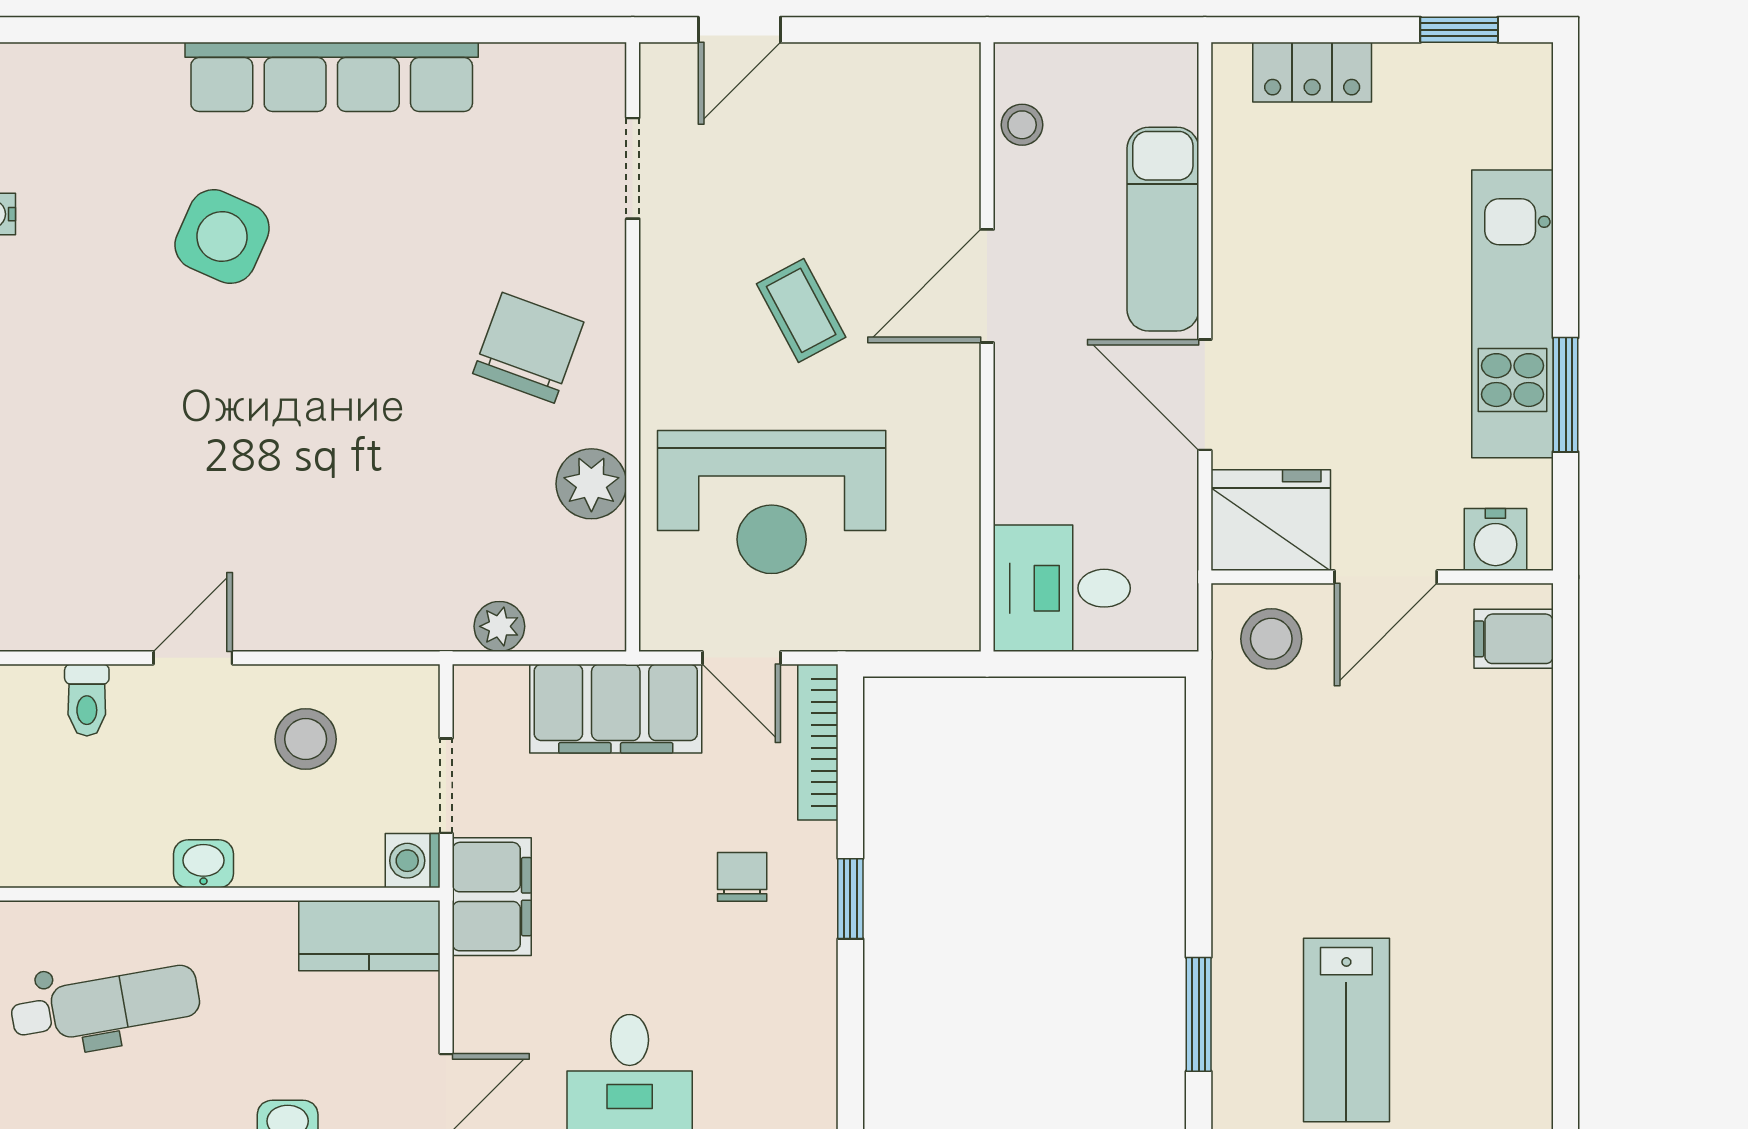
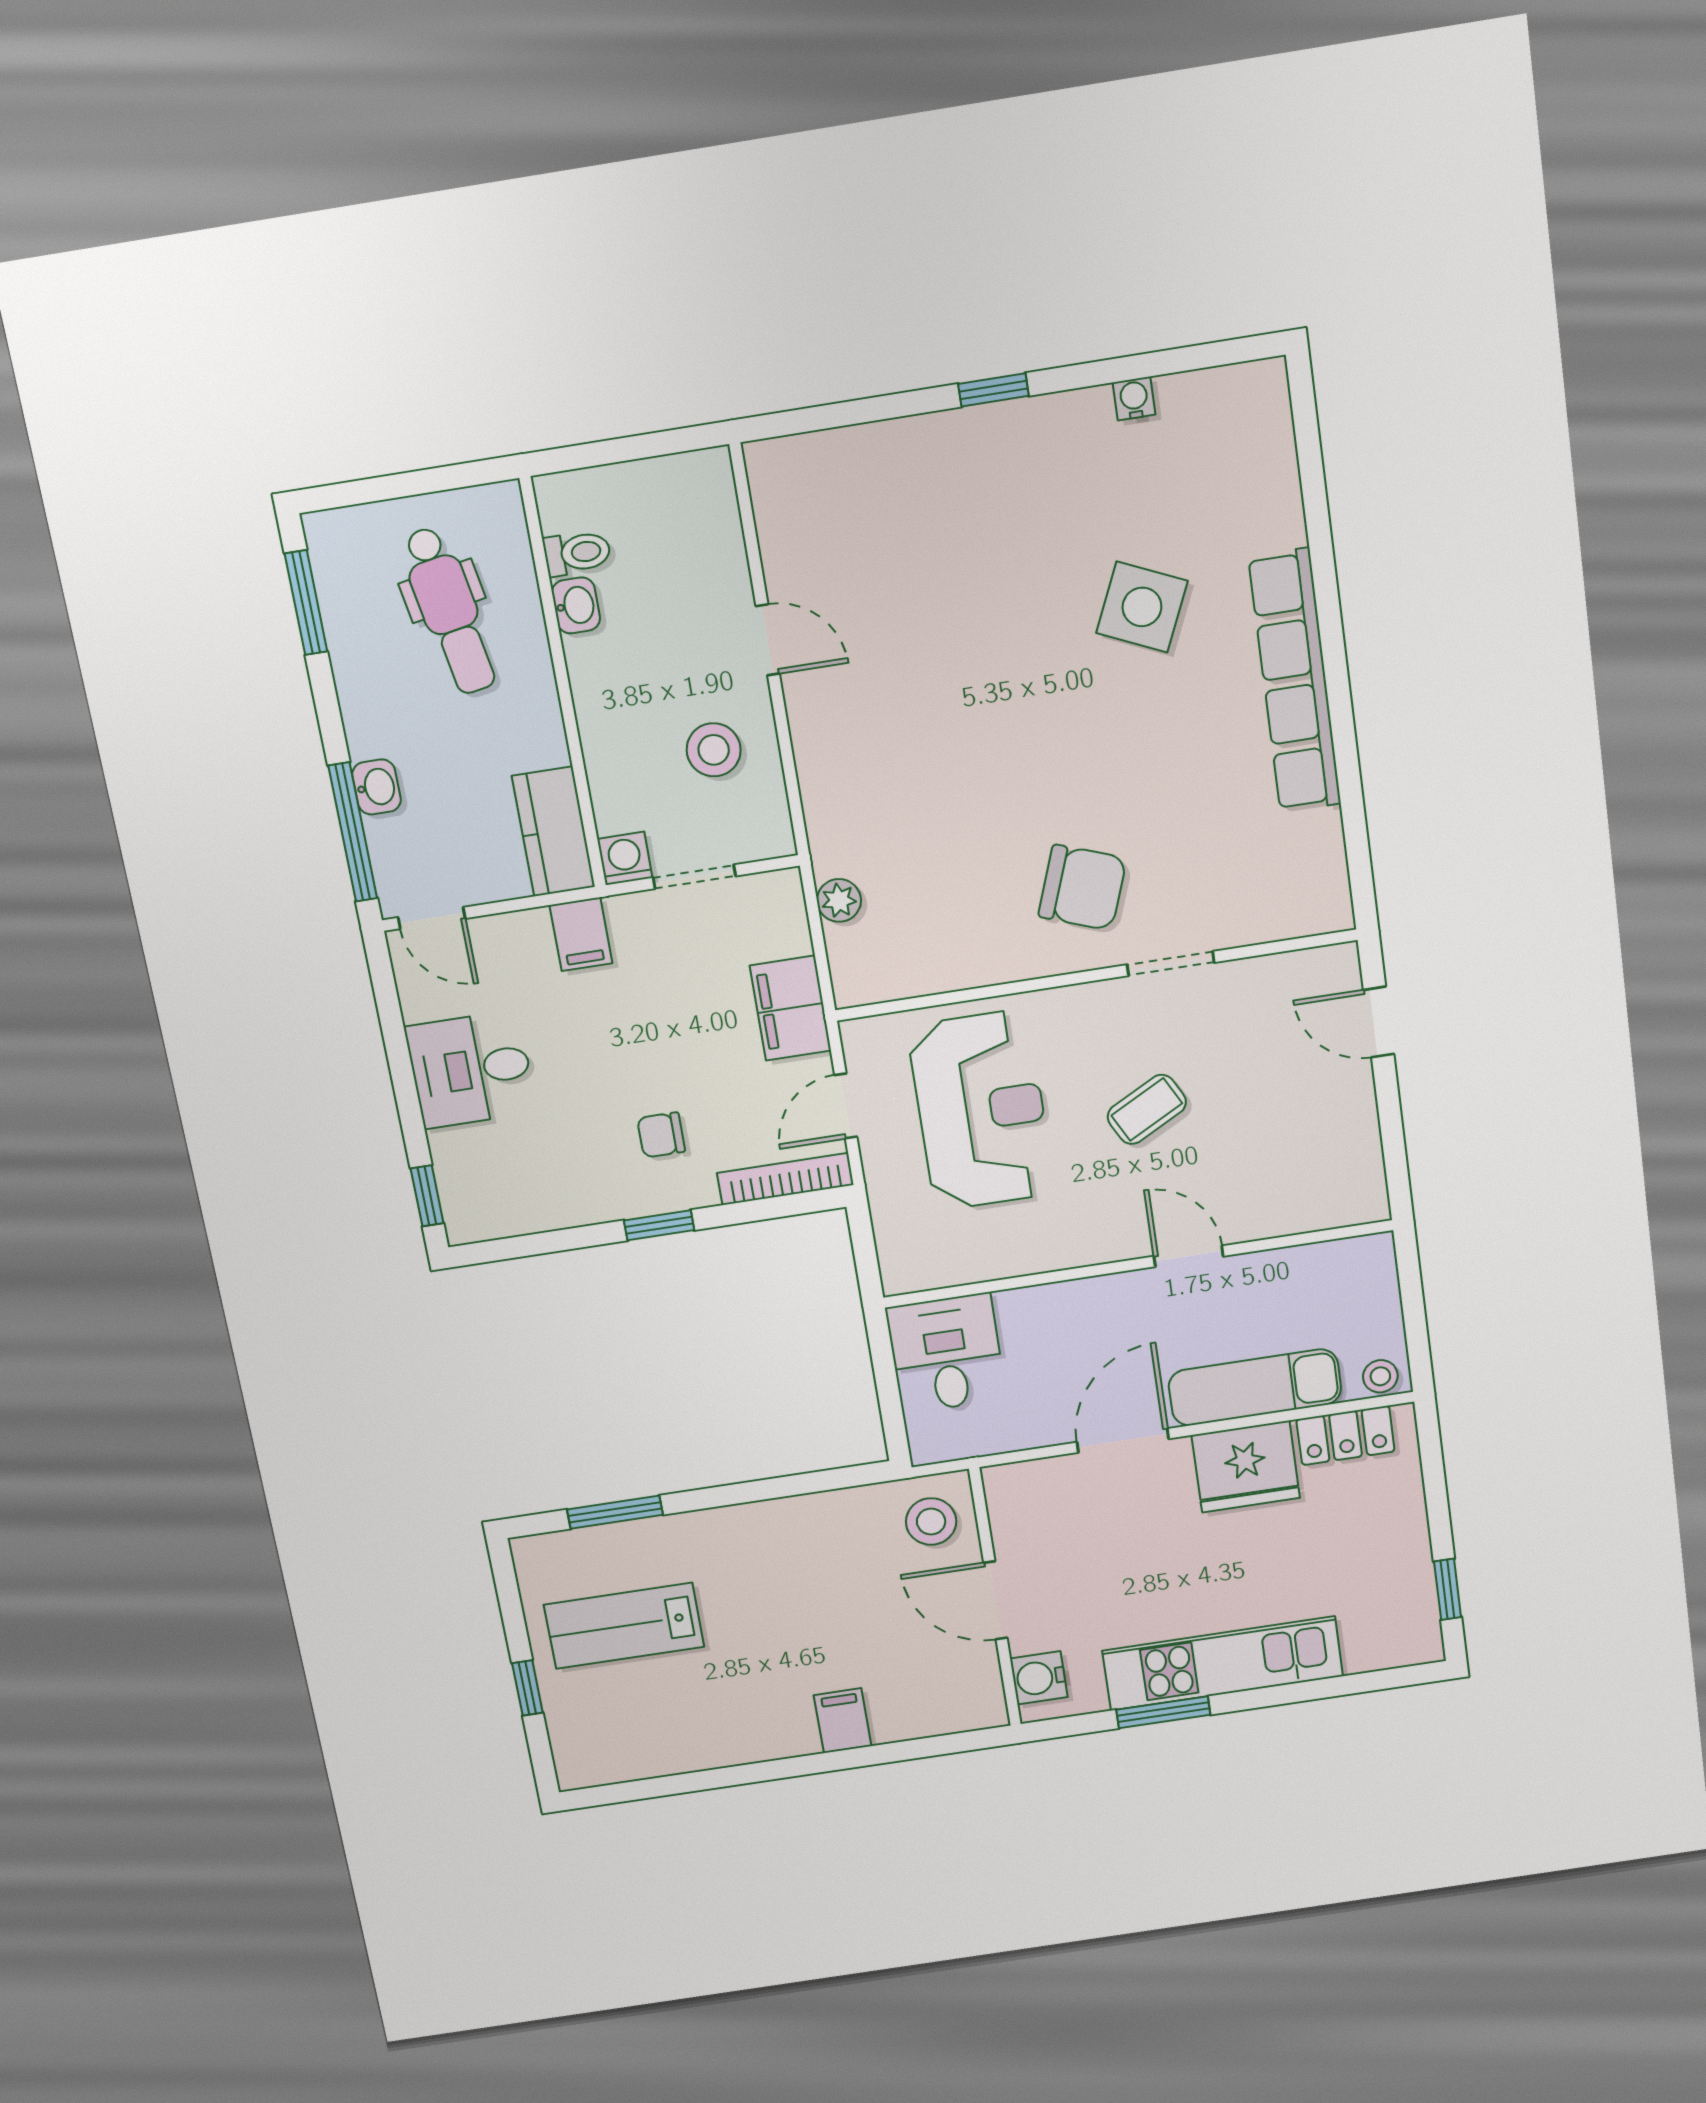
locker: (1312, 72) -> (1346, 1435), moved, turned -90
stool: (1022, 125) -> (1380, 1376), moved
doorway: (633, 168) -> (1171, 964), moved
door: (987, 286) -> (1189, 1256), width x0.73
plant: (591, 484) -> (974, 959), removed
reception desk: (772, 502) -> (981, 1110), turned 180
fridge: (1271, 520) -> (1246, 1467), moved, turned 90
filing cabinet: (1514, 639) -> (843, 1721), moved
toilet: (87, 700) -> (577, 553), moved, turned 180
filing cabinet: (616, 709) -> (791, 1008), width x0.67, depth x0.86
washbasin: (204, 864) -> (576, 605), moved
chair: (742, 877) -> (661, 1135), turned 180
filing cabinet: (492, 897) -> (581, 934), width x0.50

